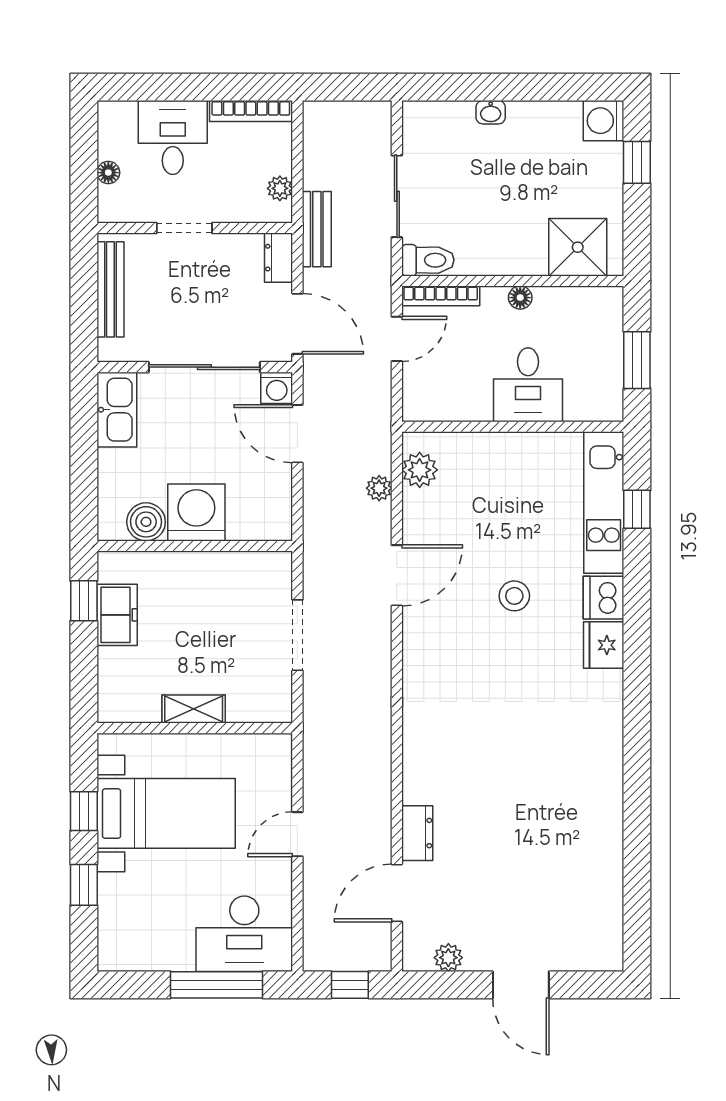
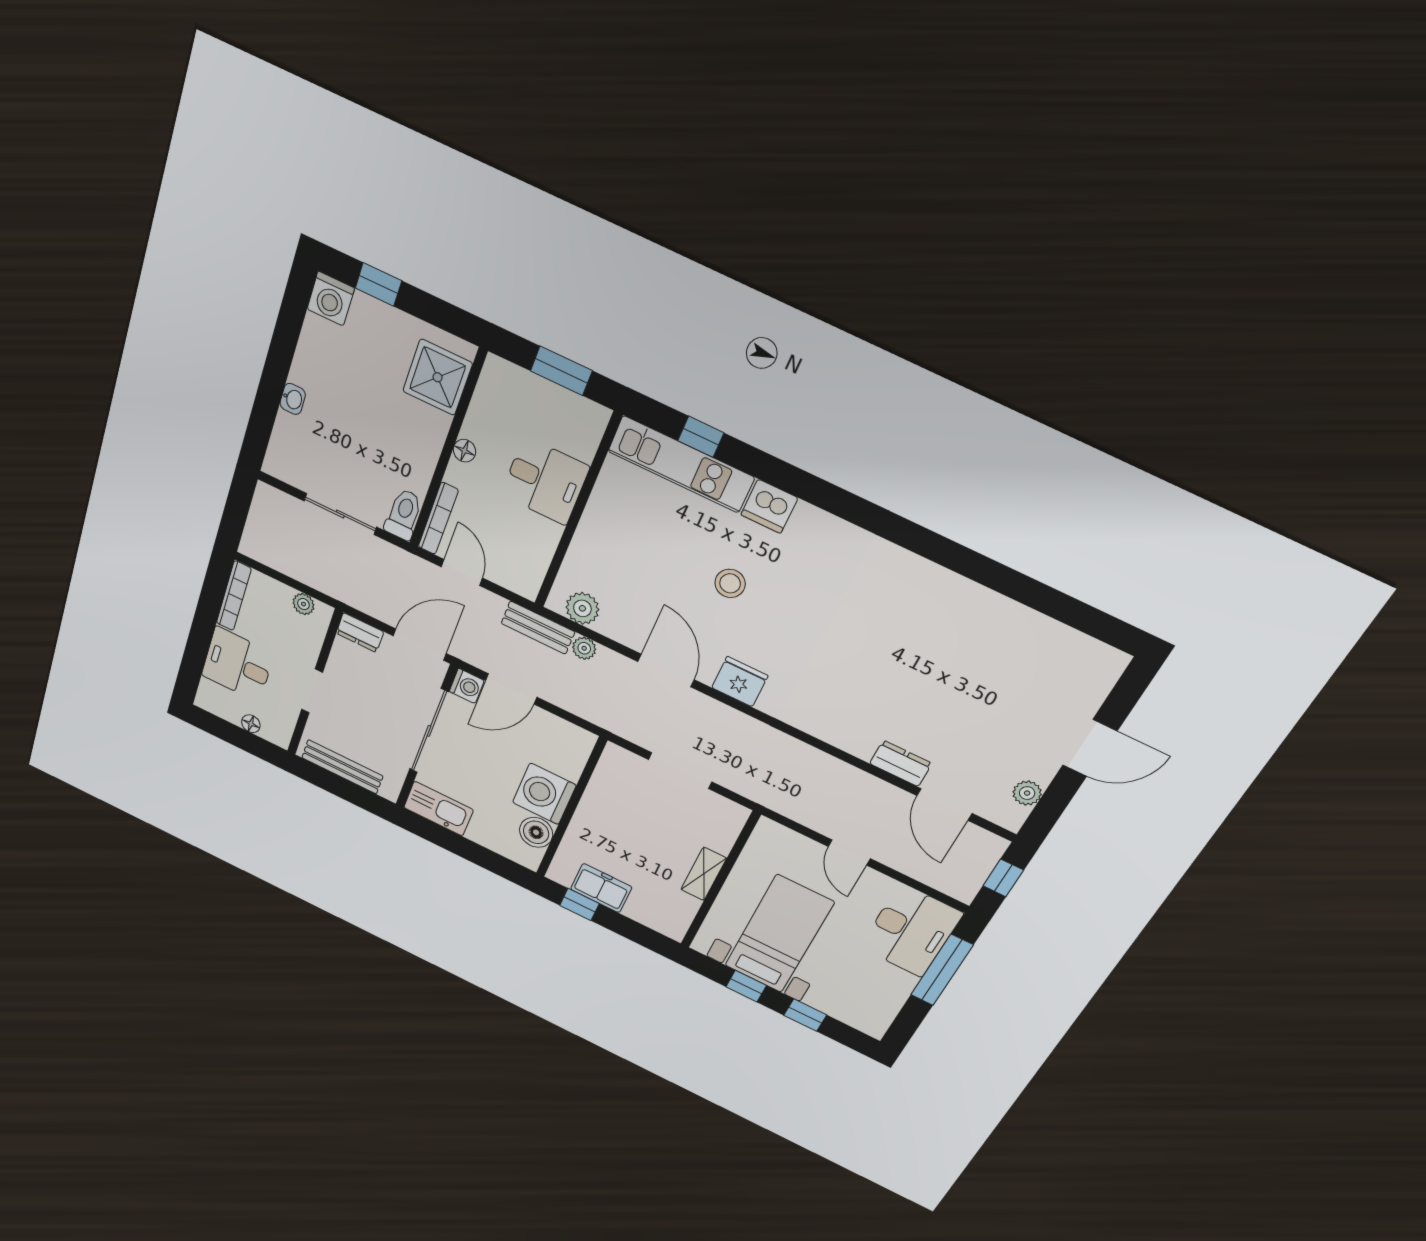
bench: (317, 229) -> (538, 628), moved
fridge: (604, 645) -> (740, 682), moved, turned 180

